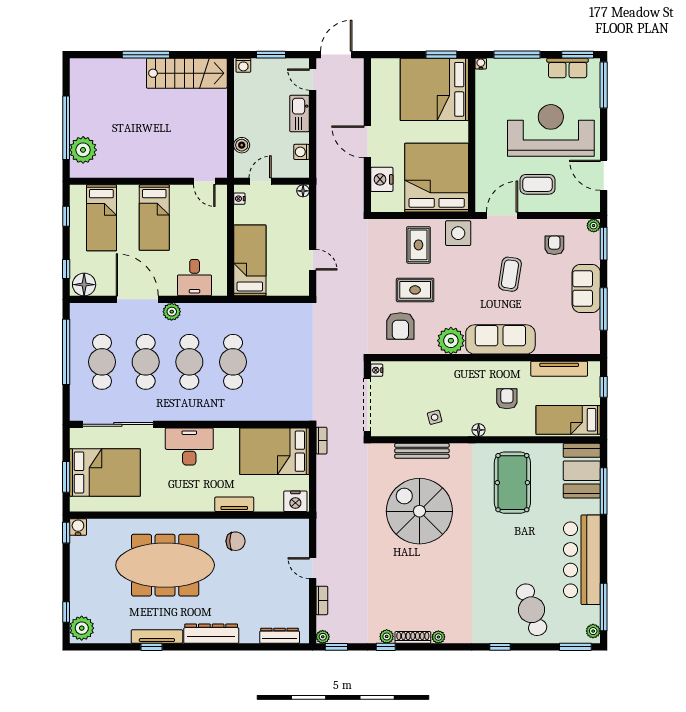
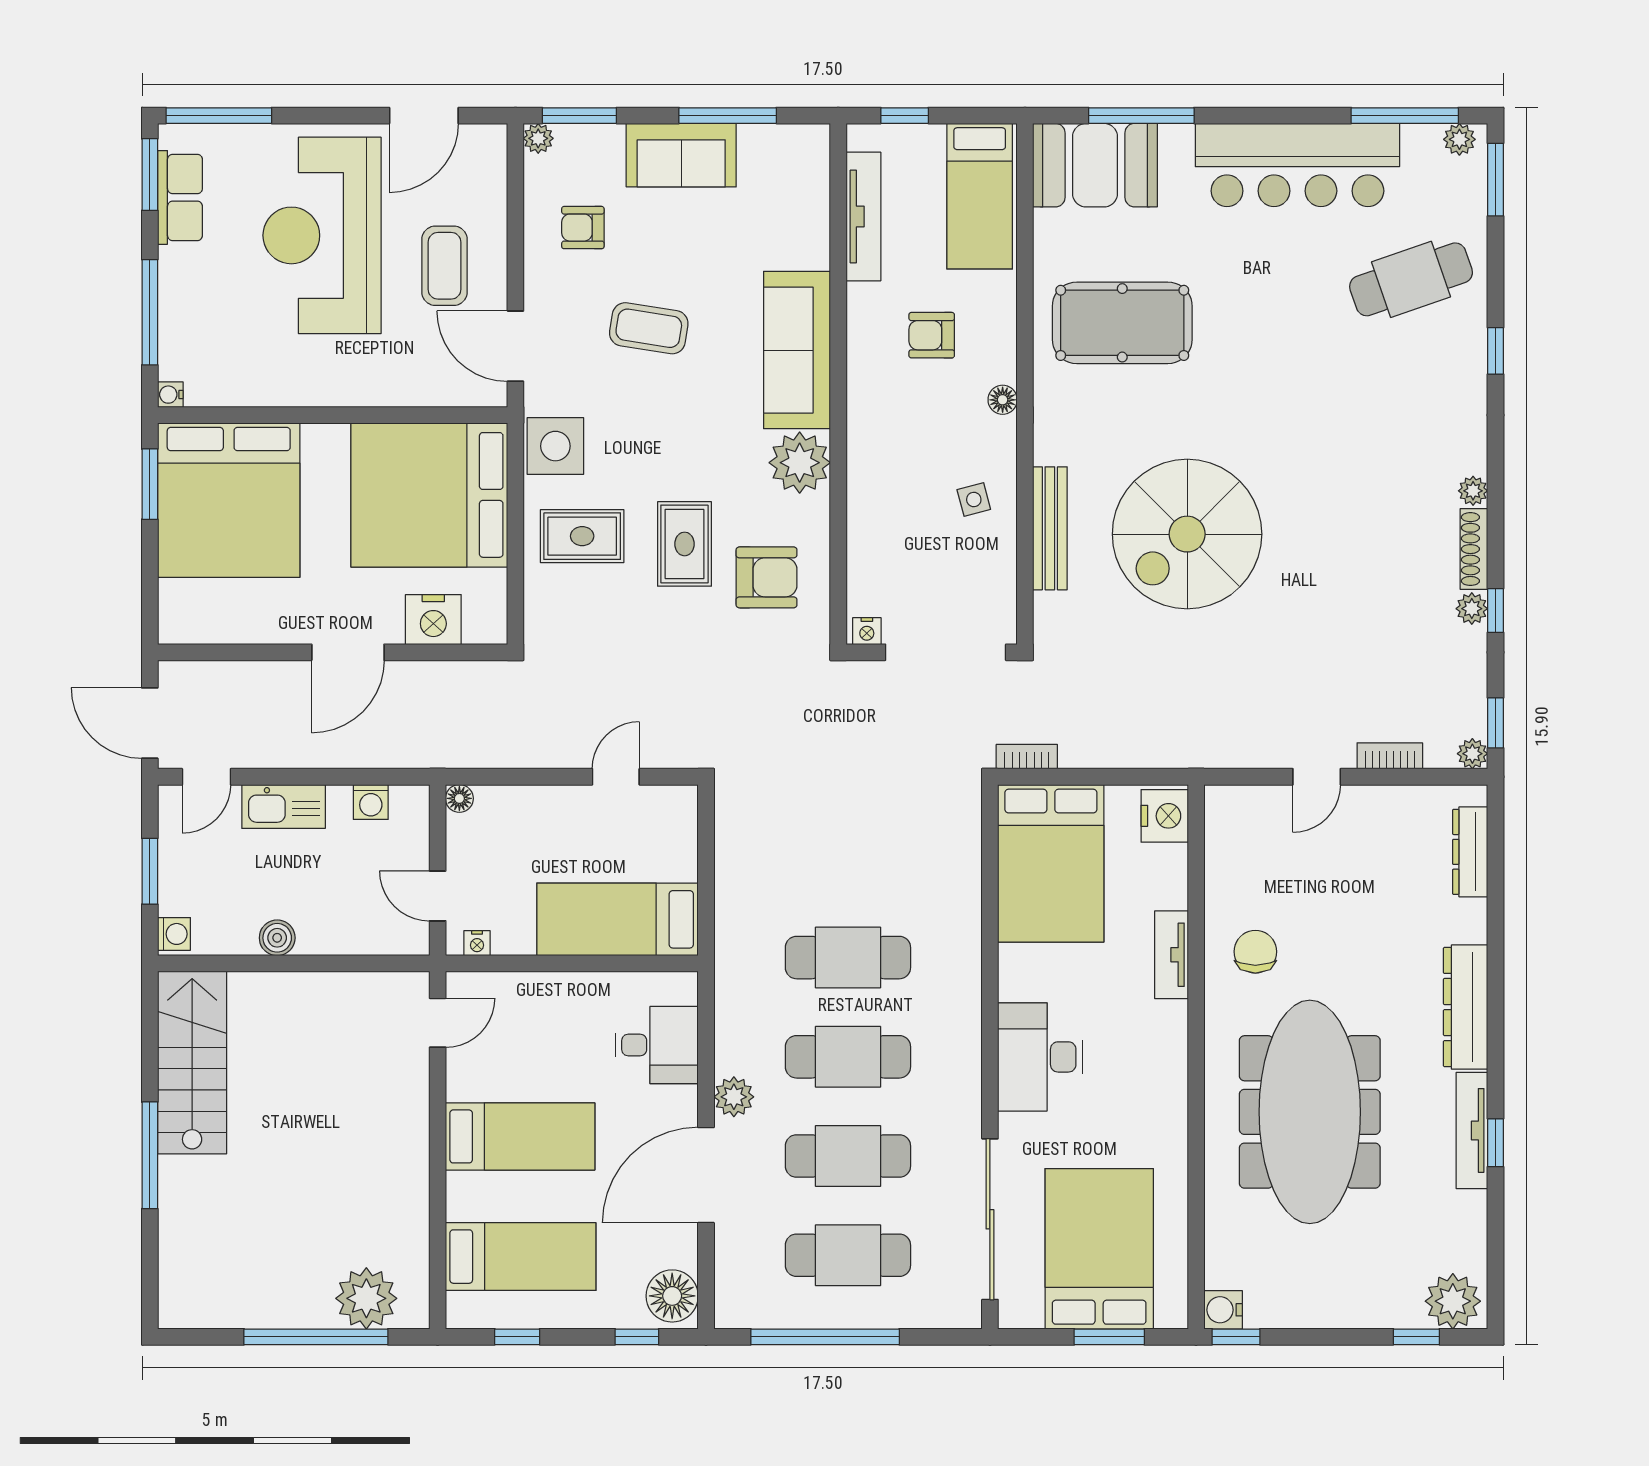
boiler: (242, 145) -> (277, 938), moved

